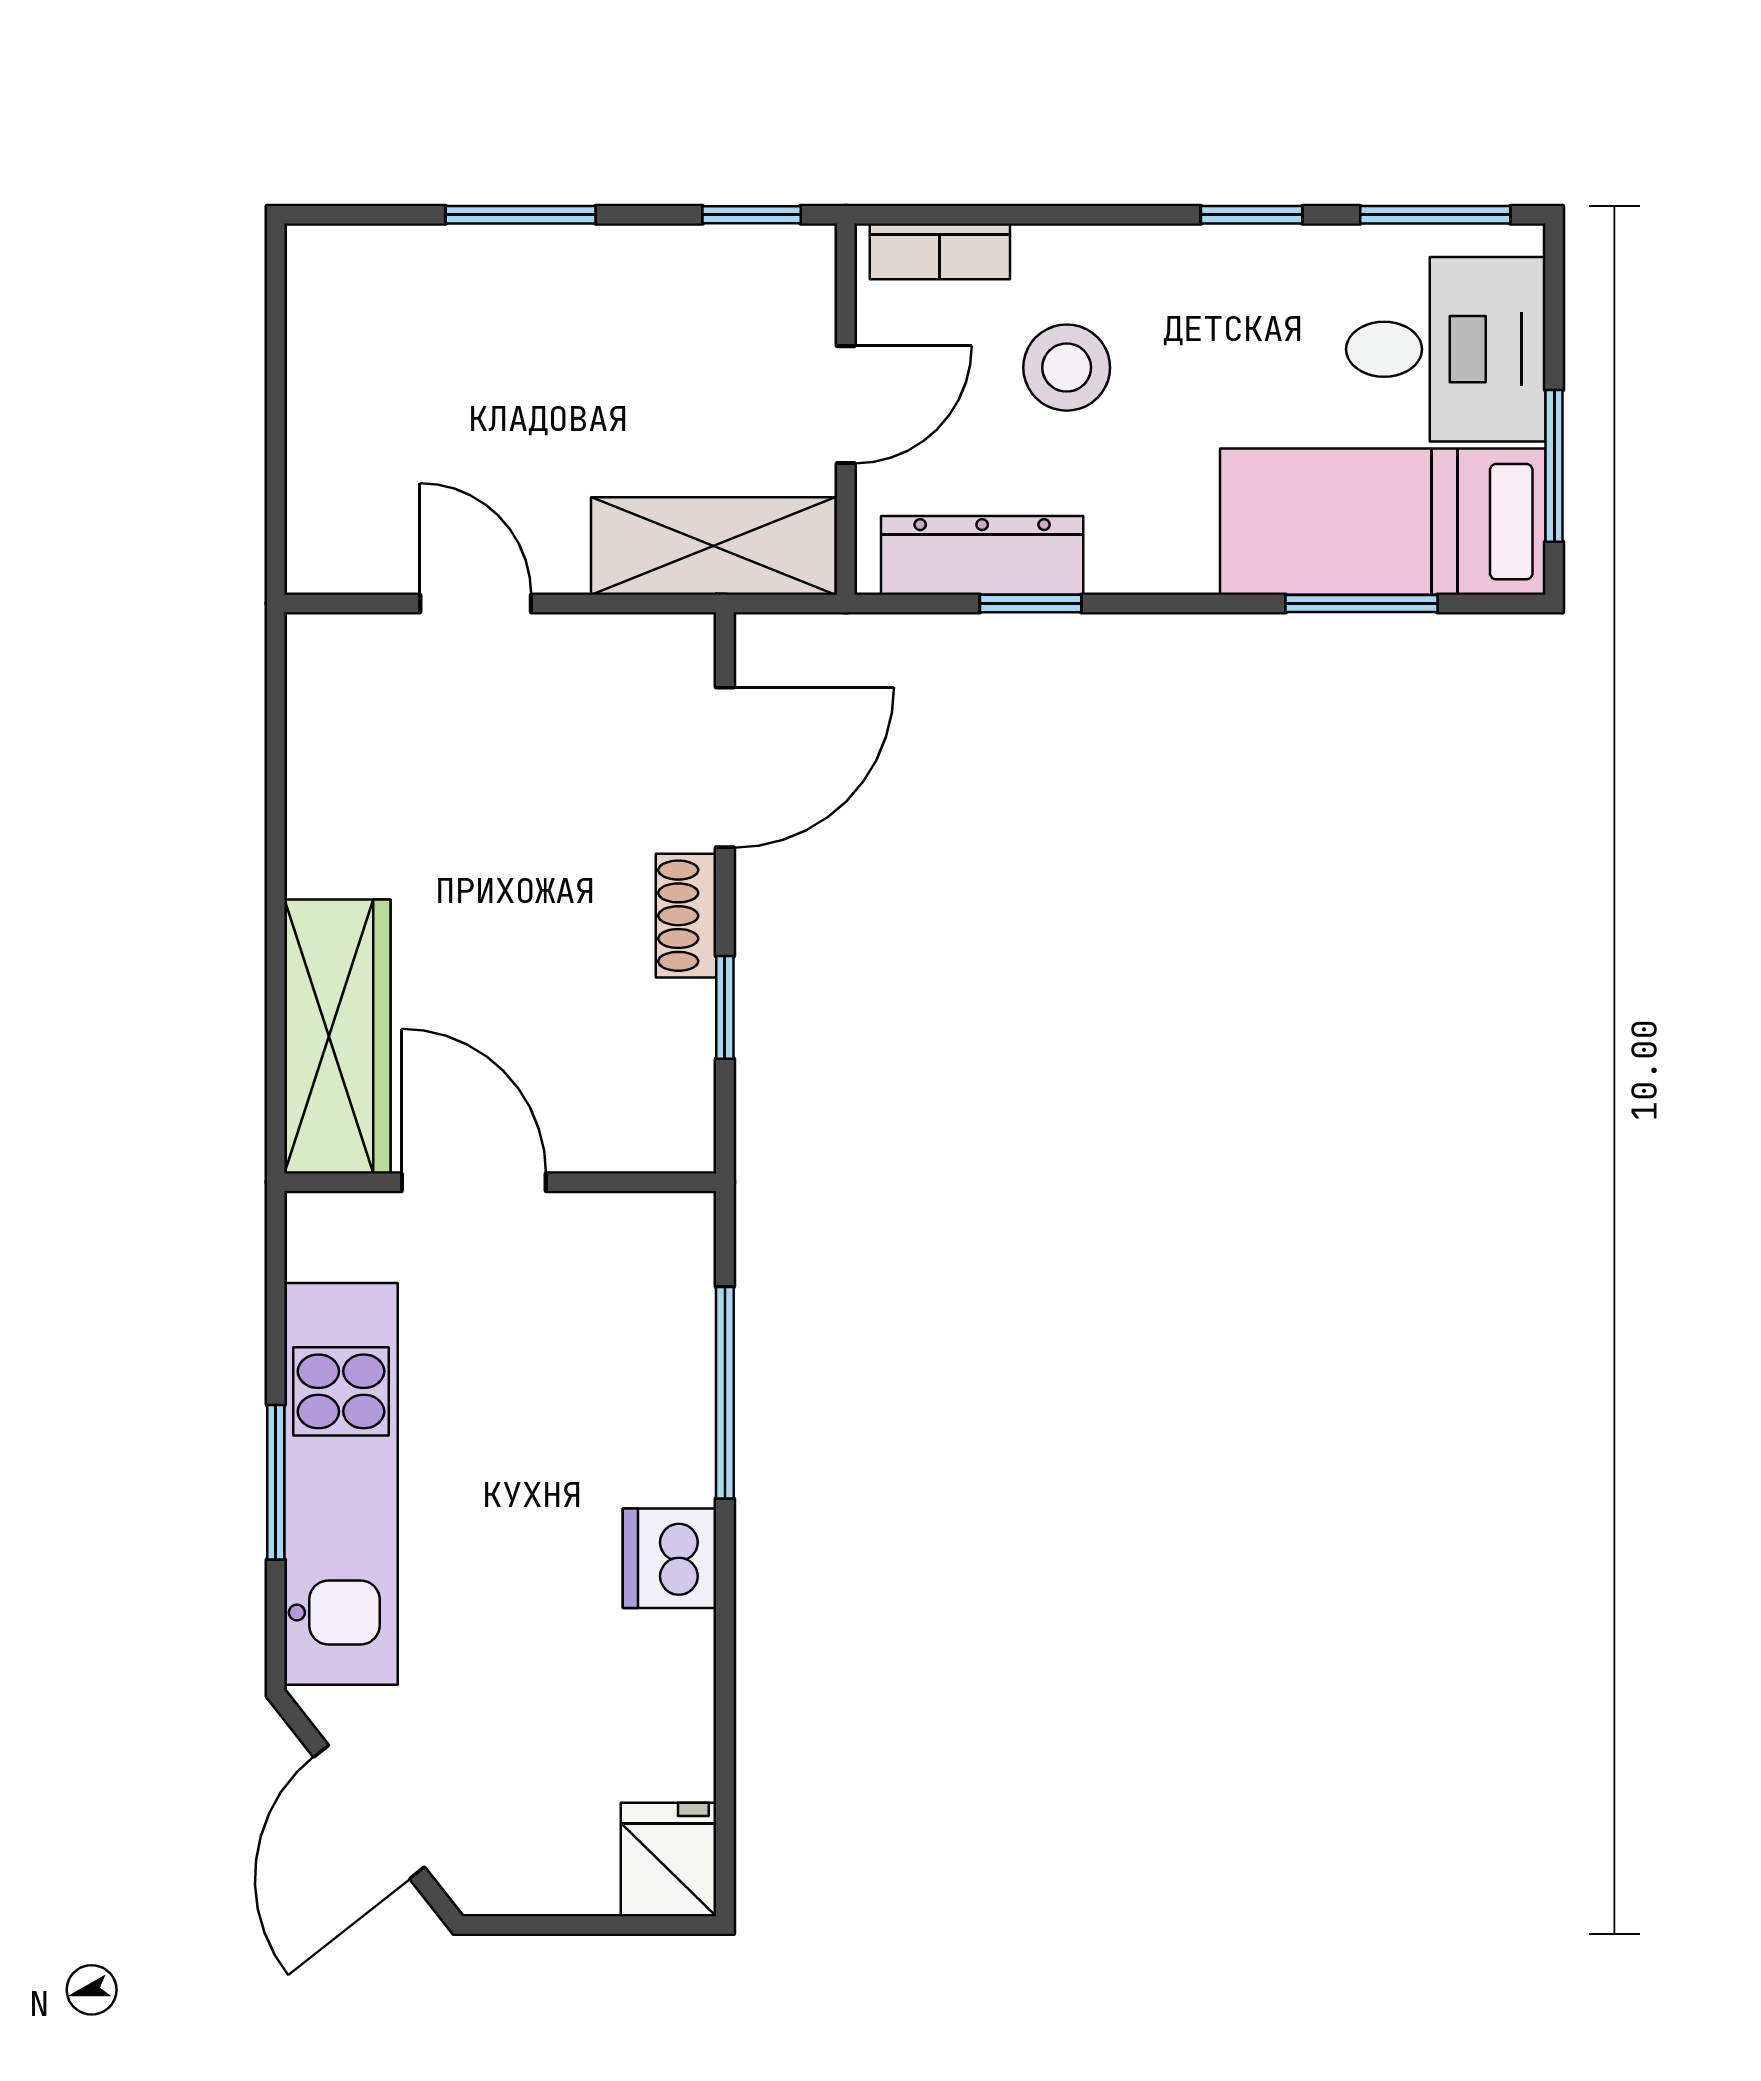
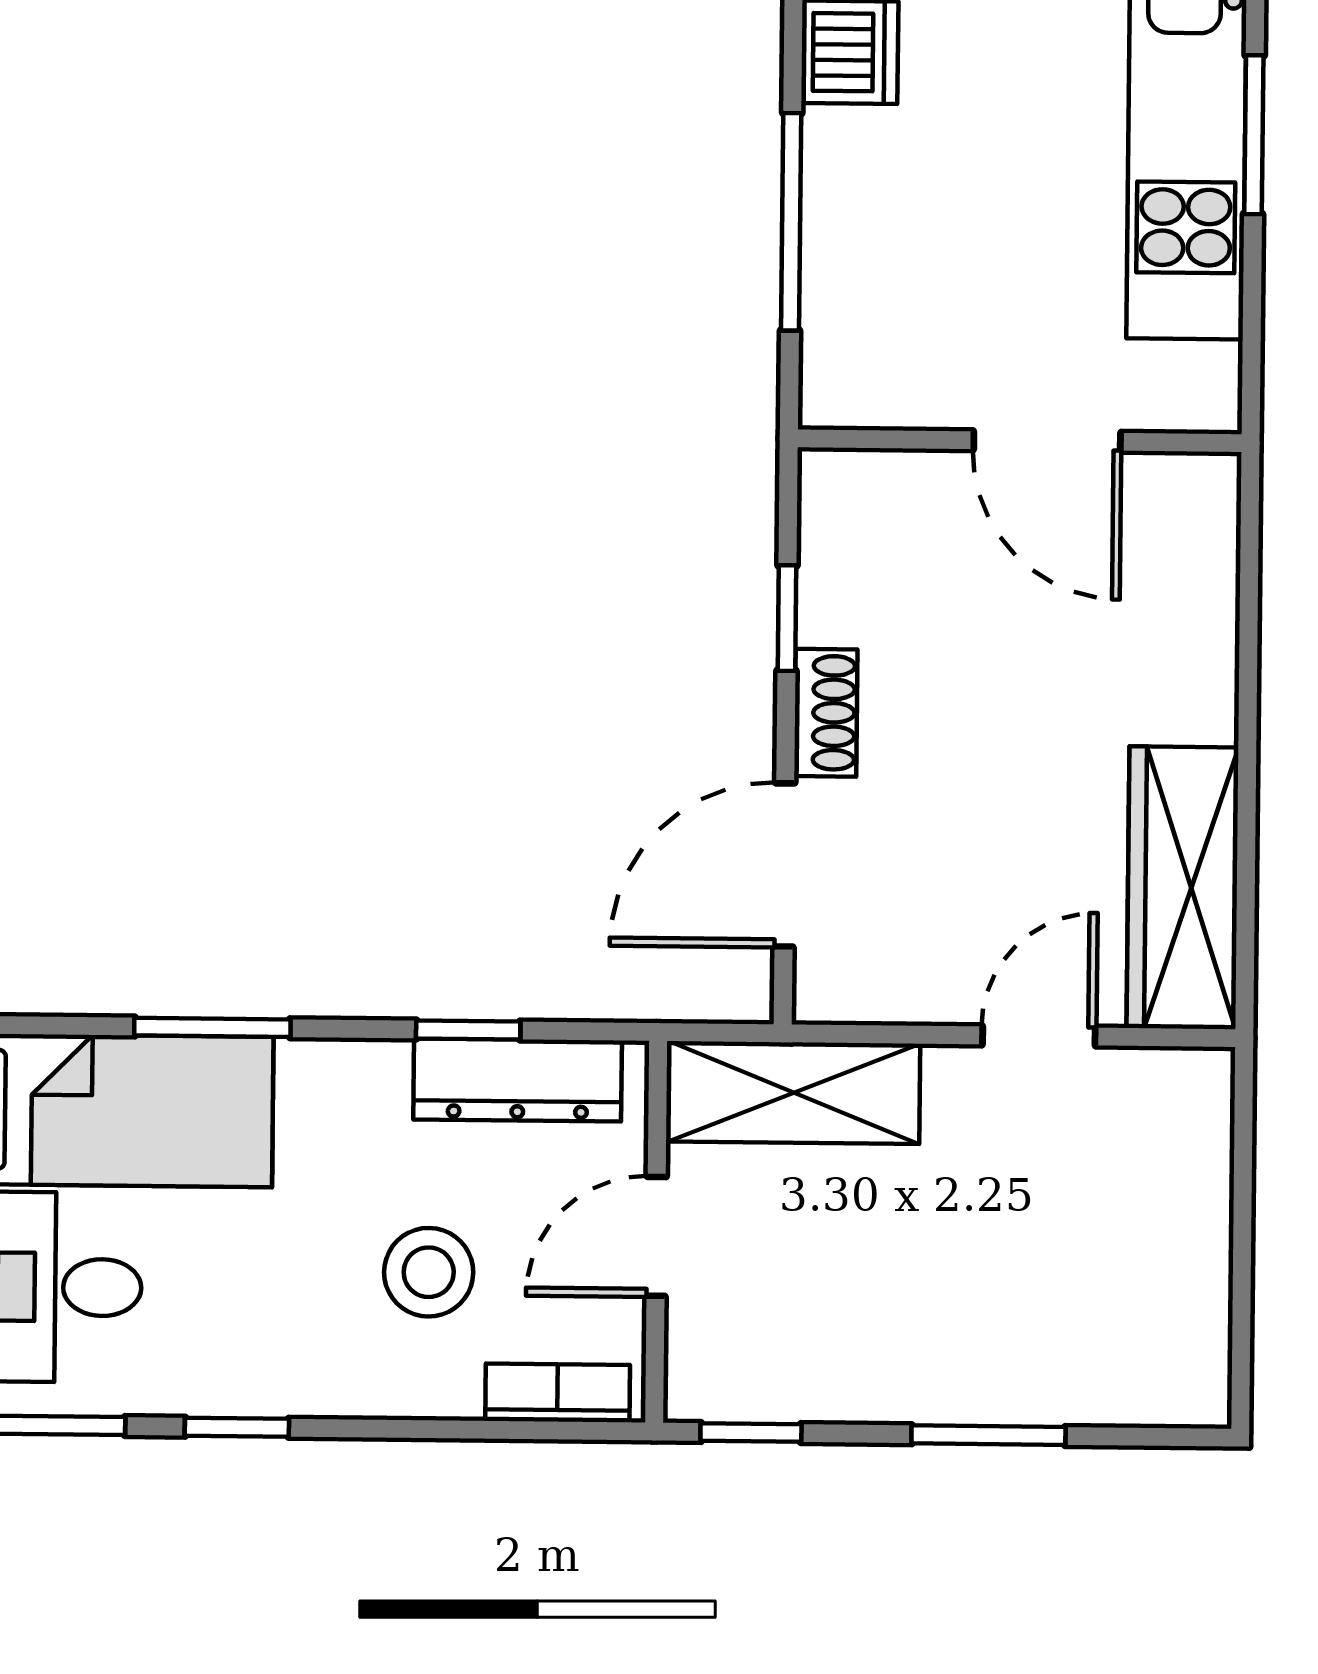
door: (476, 604) -> (1039, 1036), swing flipped
window: (1361, 604) -> (212, 1027), moved
wardrobe: (337, 1036) -> (1183, 888), moved

